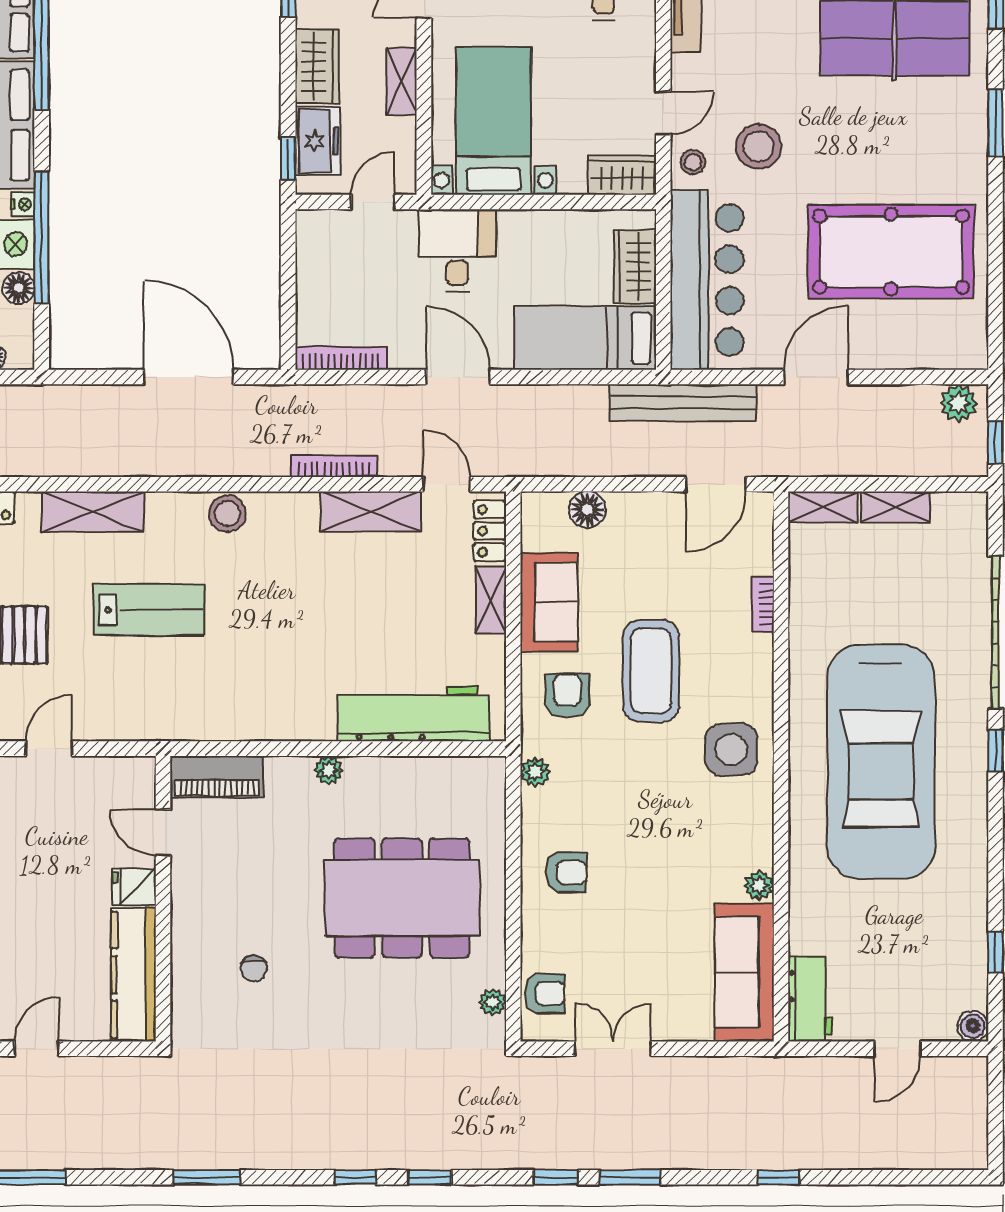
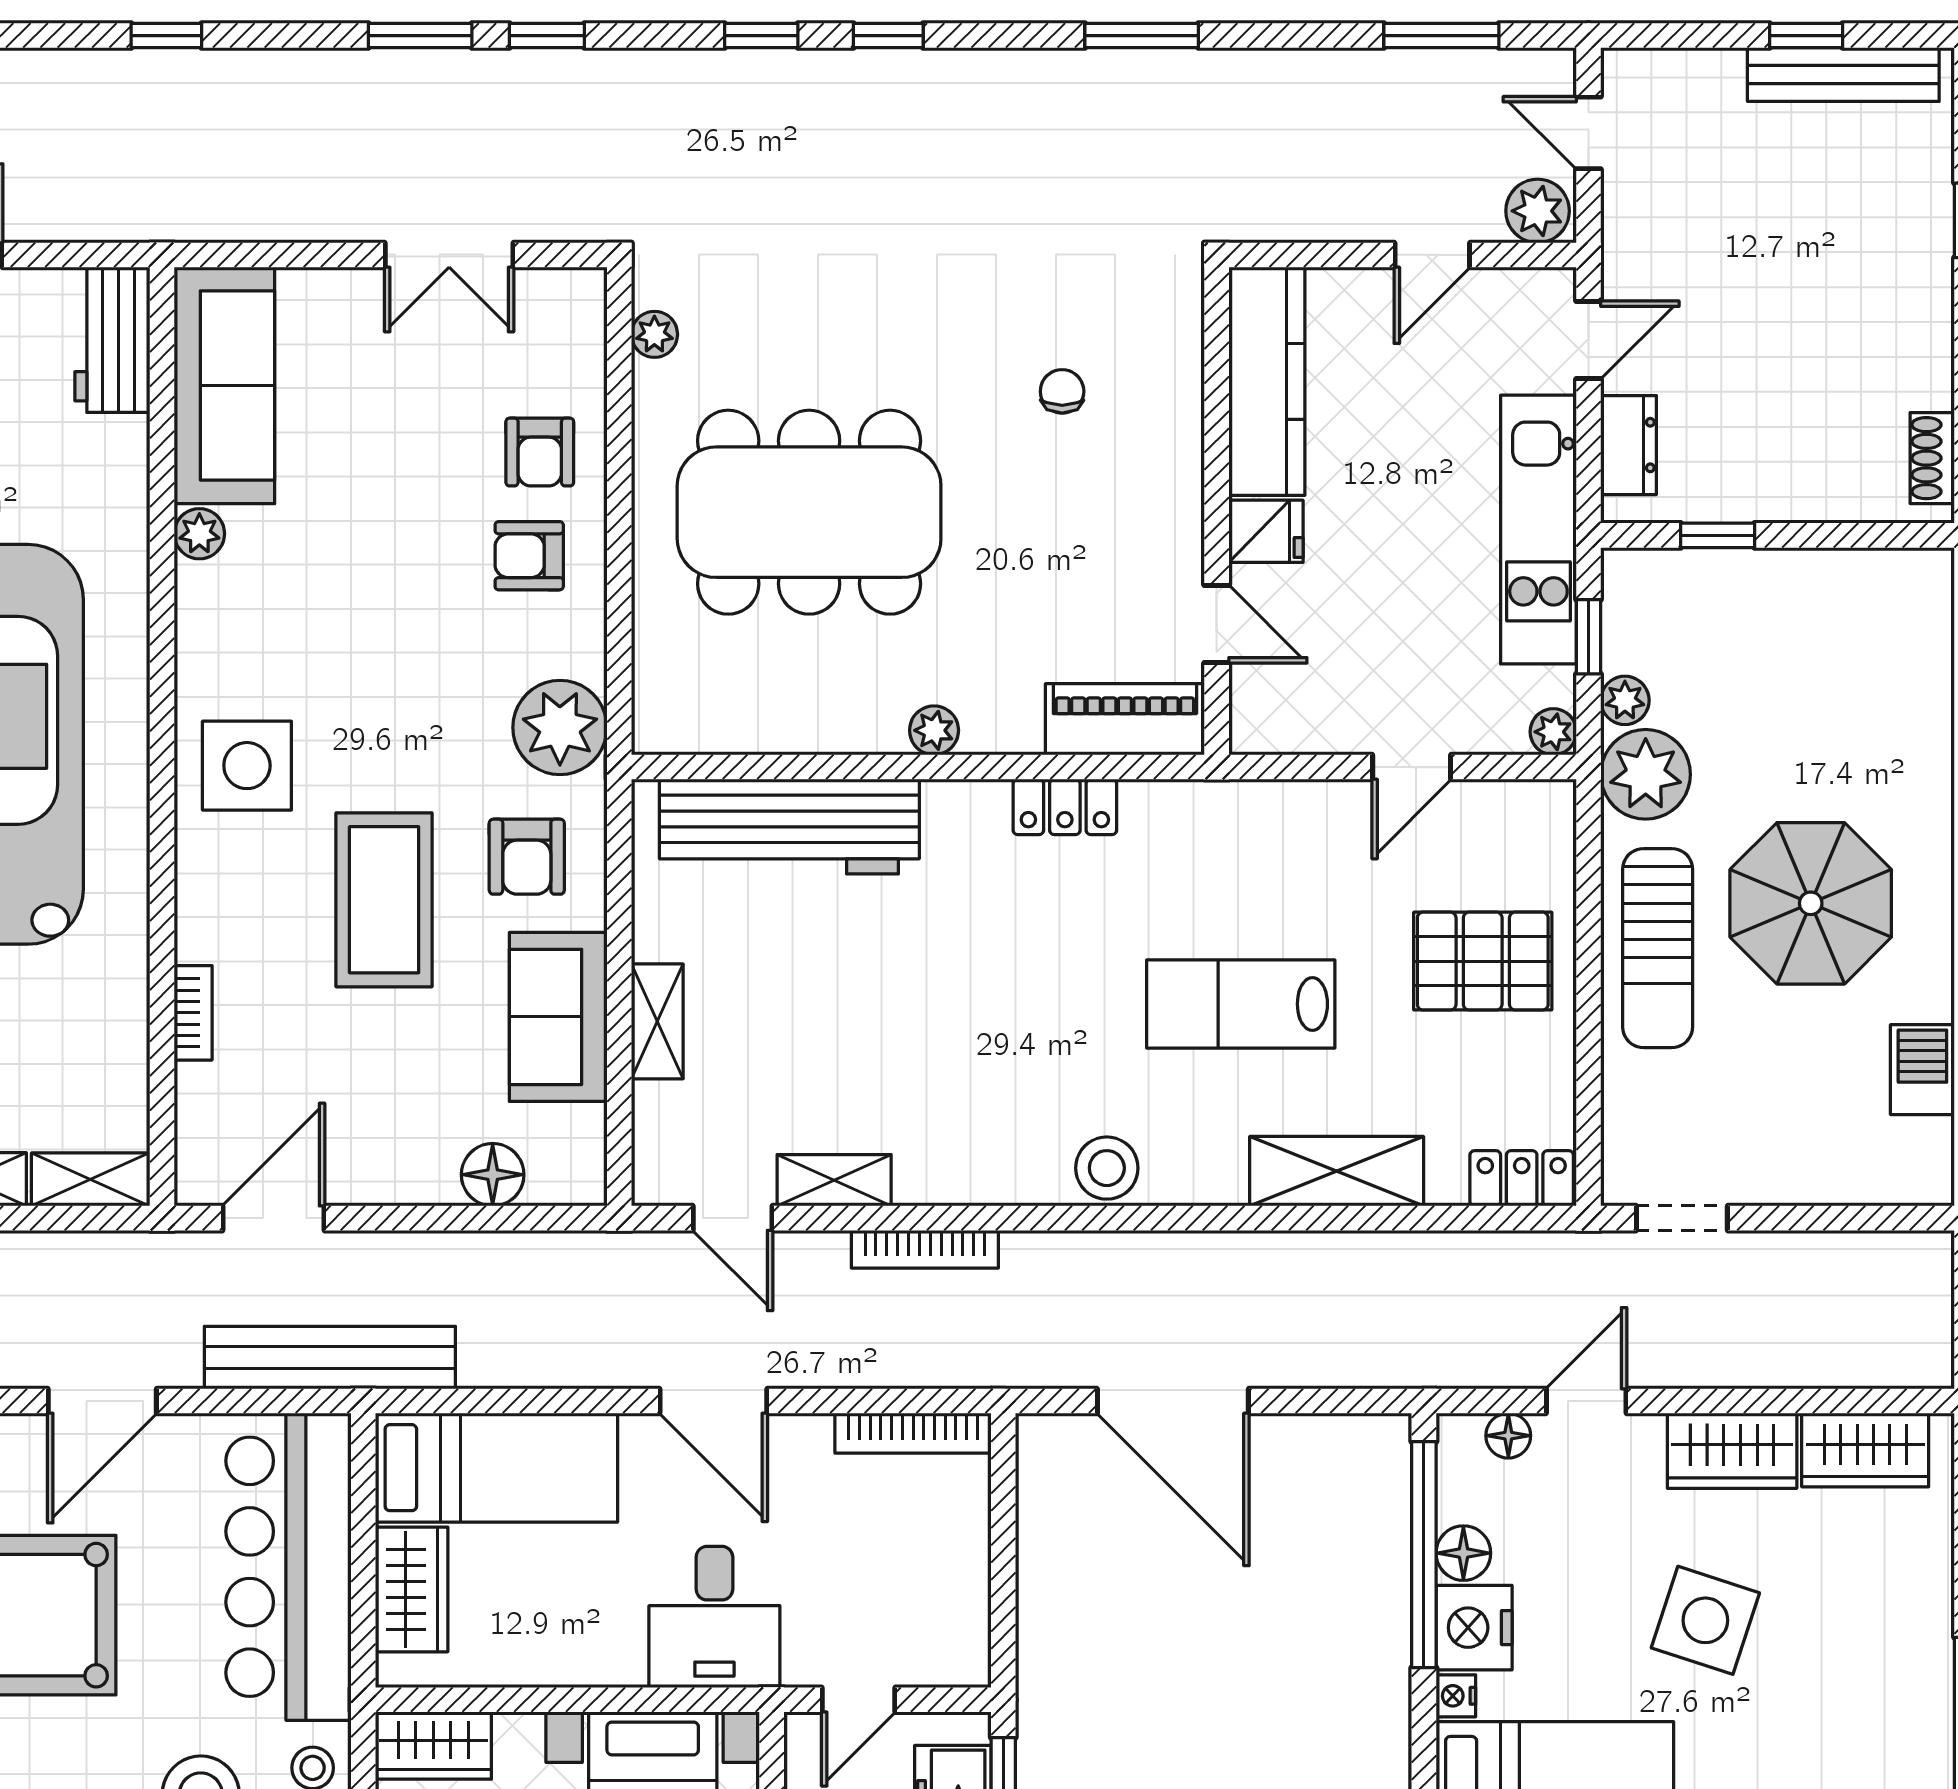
window: (42, 237) -> (1424, 1555), moved
shelving: (371, 511) -> (834, 1180), width x0.67, depth x0.75
locker: (490, 531) -> (1065, 807), moved, turned 90
plant: (535, 772) -> (560, 727), width x1.87, depth x1.87
armchair: (544, 993) -> (540, 452), moved, turned -90

